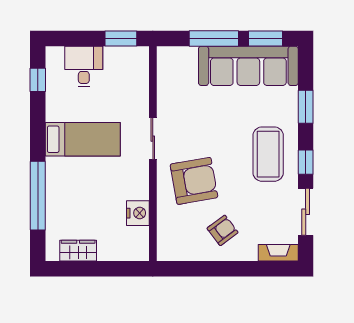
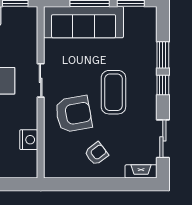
sofa: (248, 66) -> (84, 22), moved
coffee table: (268, 154) -> (113, 92), moved
window: (306, 162) -> (163, 85), moved

